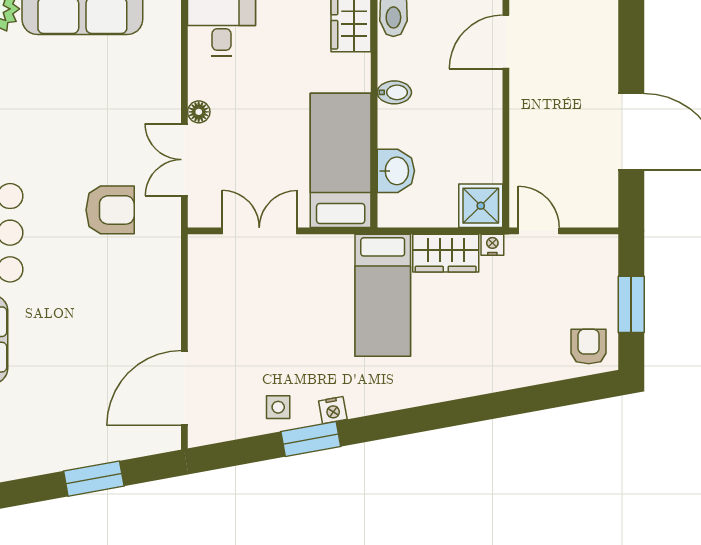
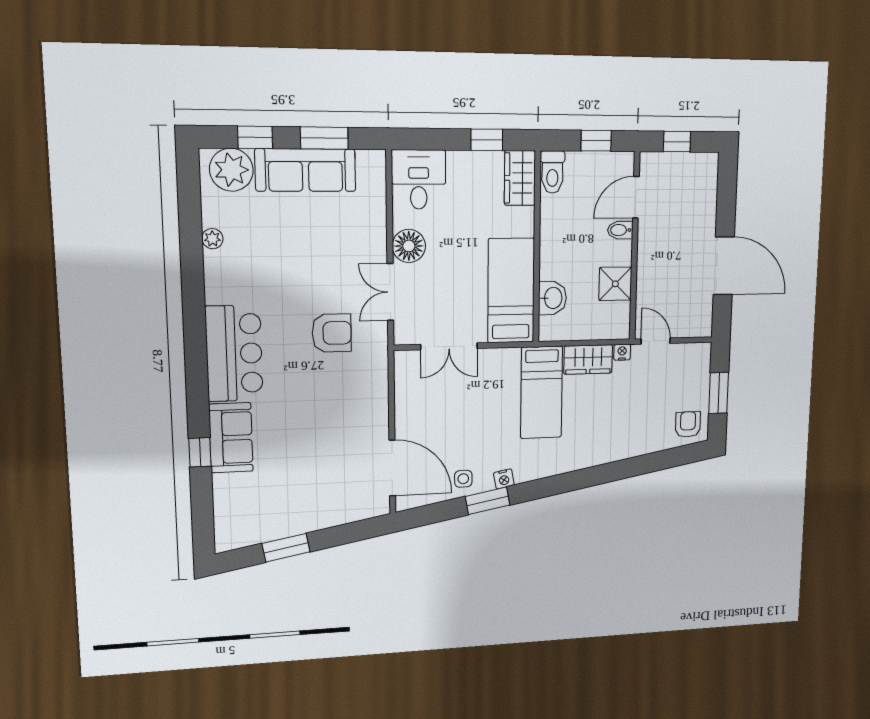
bidet: (394, 92) -> (620, 230), moved, turned 180
floor lamp: (199, 112) -> (409, 246), width x1.89, depth x1.89
shower: (481, 206) -> (615, 284), moved
double door: (259, 231) -> (449, 346), swing flipped
door: (184, 388) -> (392, 468), swing flipped
window: (94, 479) -> (286, 548), moved

